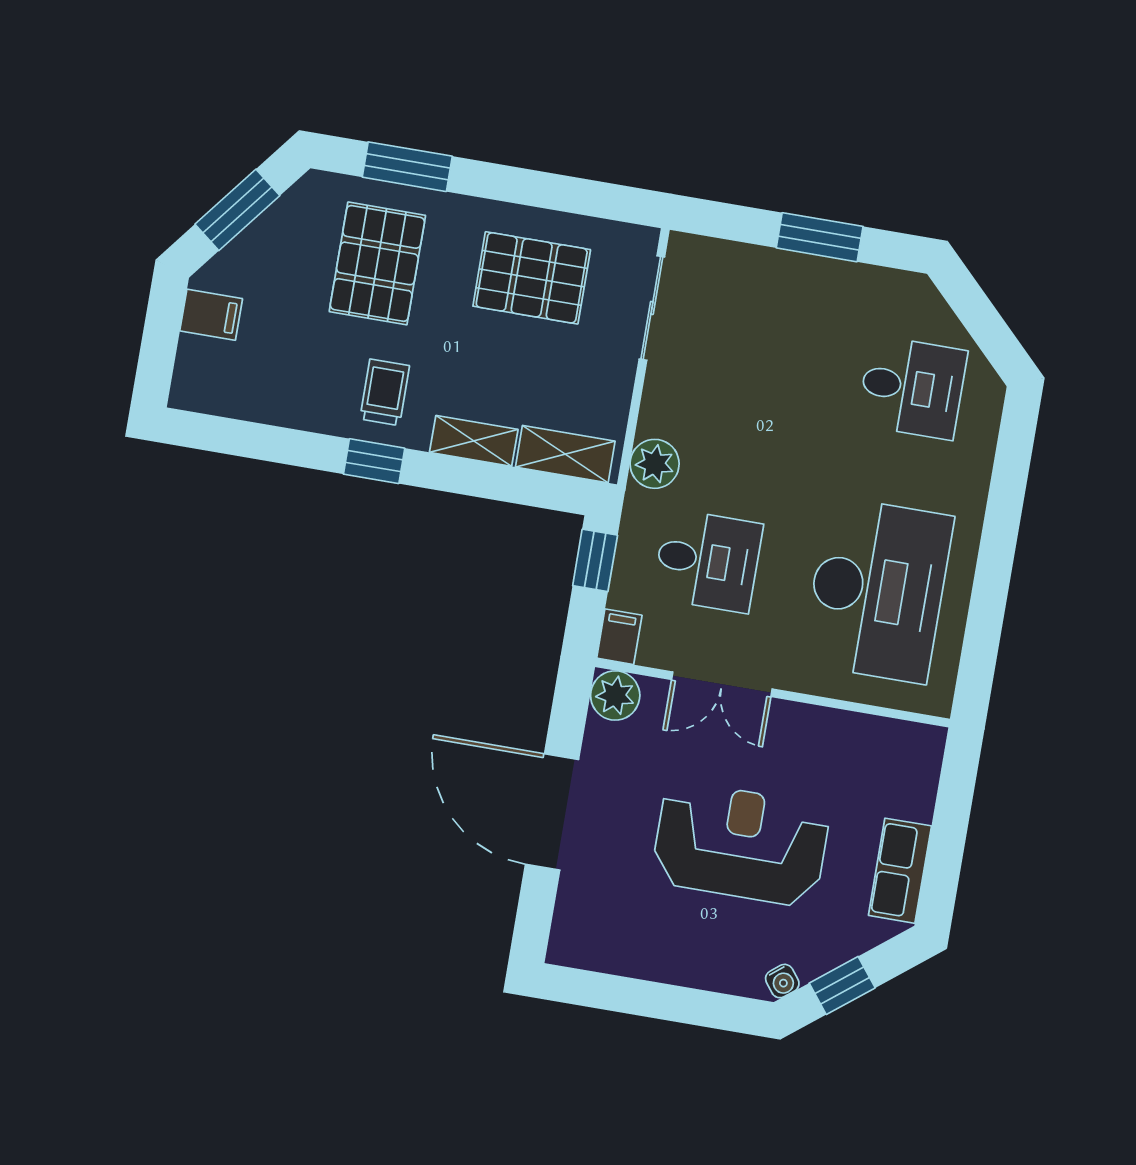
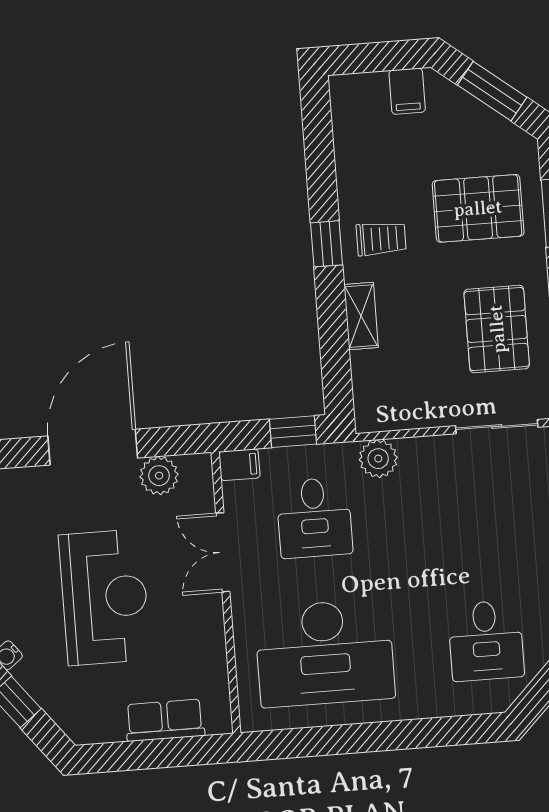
shelving: (565, 454) -> (369, 388), removed
plant: (615, 695) -> (159, 476), moved
row of seats: (900, 871) -> (165, 720), moved

